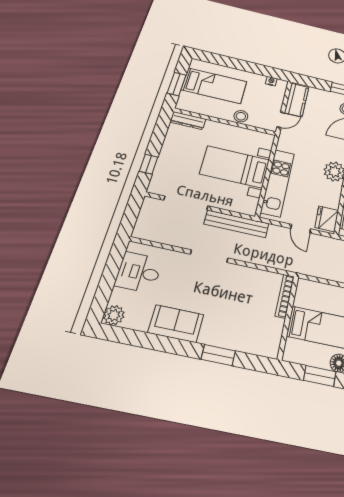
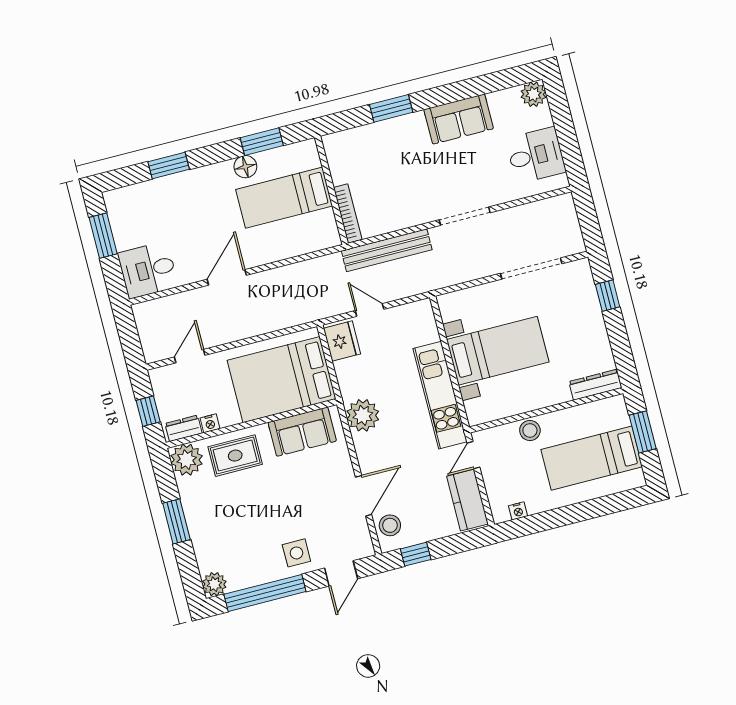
kitchen unit: (278, 183) -> (440, 395), moved
bench: (236, 224) -> (387, 250), moved

